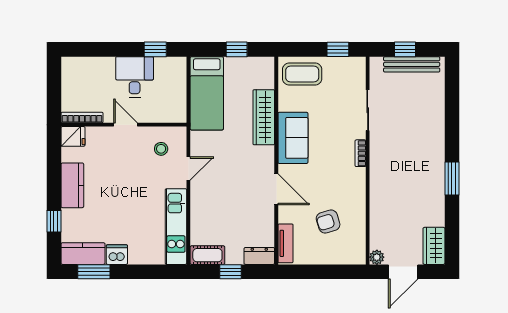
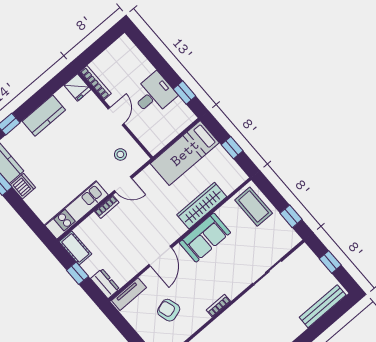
bench: (412, 64) -> (323, 306), moved, turned 90
bookcase: (361, 153) -> (218, 306), moved
bookcase: (196, 199) -> (107, 207), added

